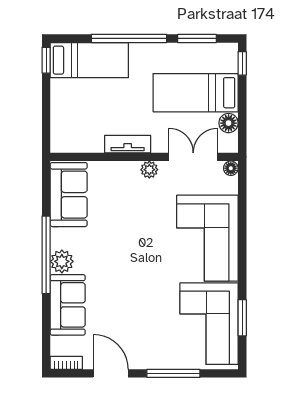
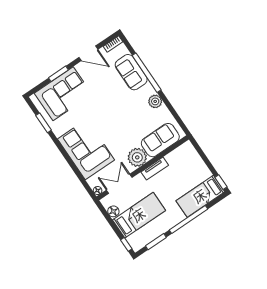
double door: (193, 157) -> (119, 184), swing flipped
plant: (149, 170) -> (137, 157), width x1.88, depth x1.88
sofa: (69, 195) -> (160, 140), moved, turned 90
window: (46, 255) -> (147, 73), moved
plant: (62, 261) -> (155, 101), moved
corner sofa: (209, 324) -> (63, 94), moved, turned 90
window: (173, 373) -> (58, 74), width x0.69

